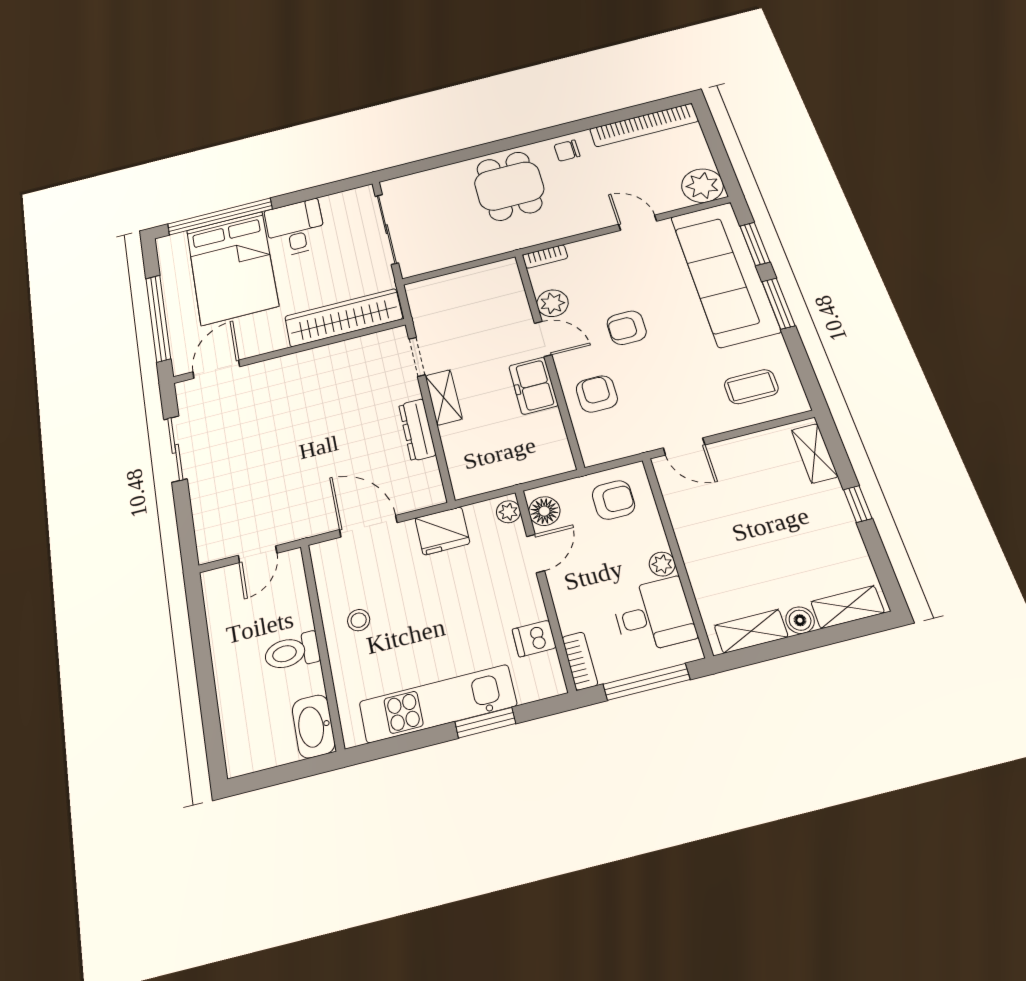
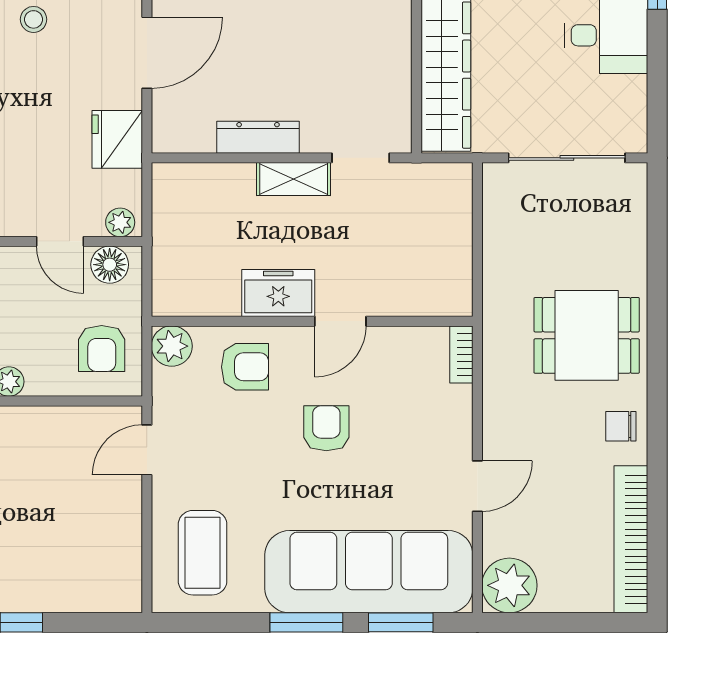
chair: (567, 151) -> (621, 426), turned -90
plant: (552, 303) -> (172, 346), moved
coffee table: (751, 387) -> (203, 553), width x1.36, depth x1.30
shelving: (815, 453) -> (97, 596), removed

